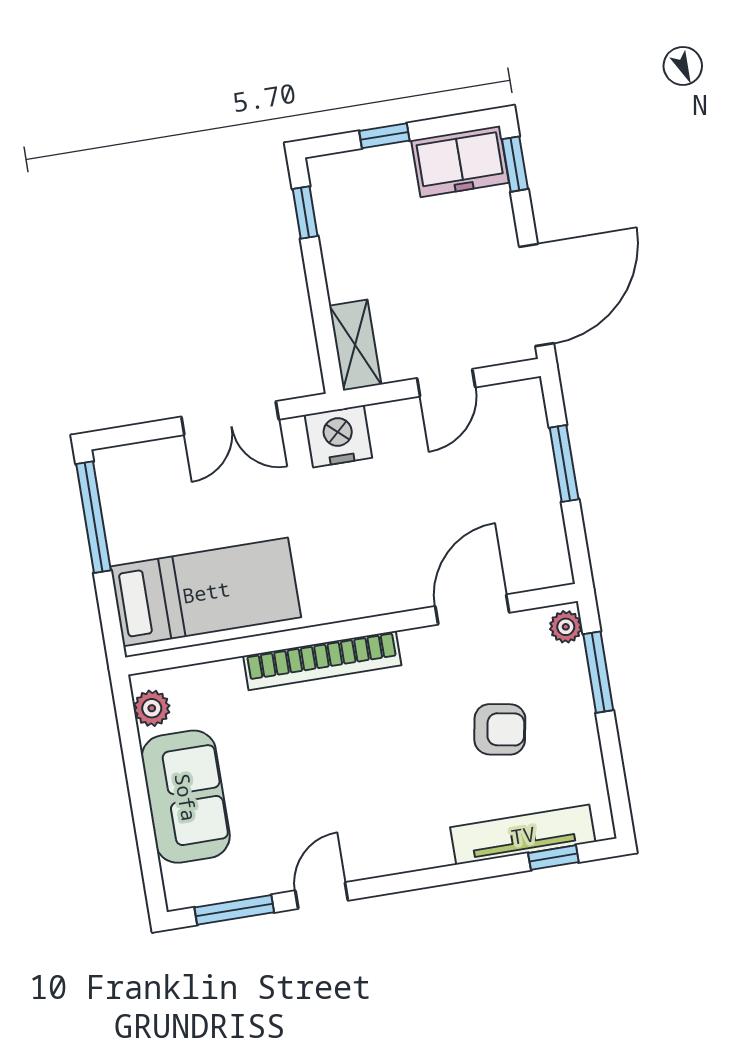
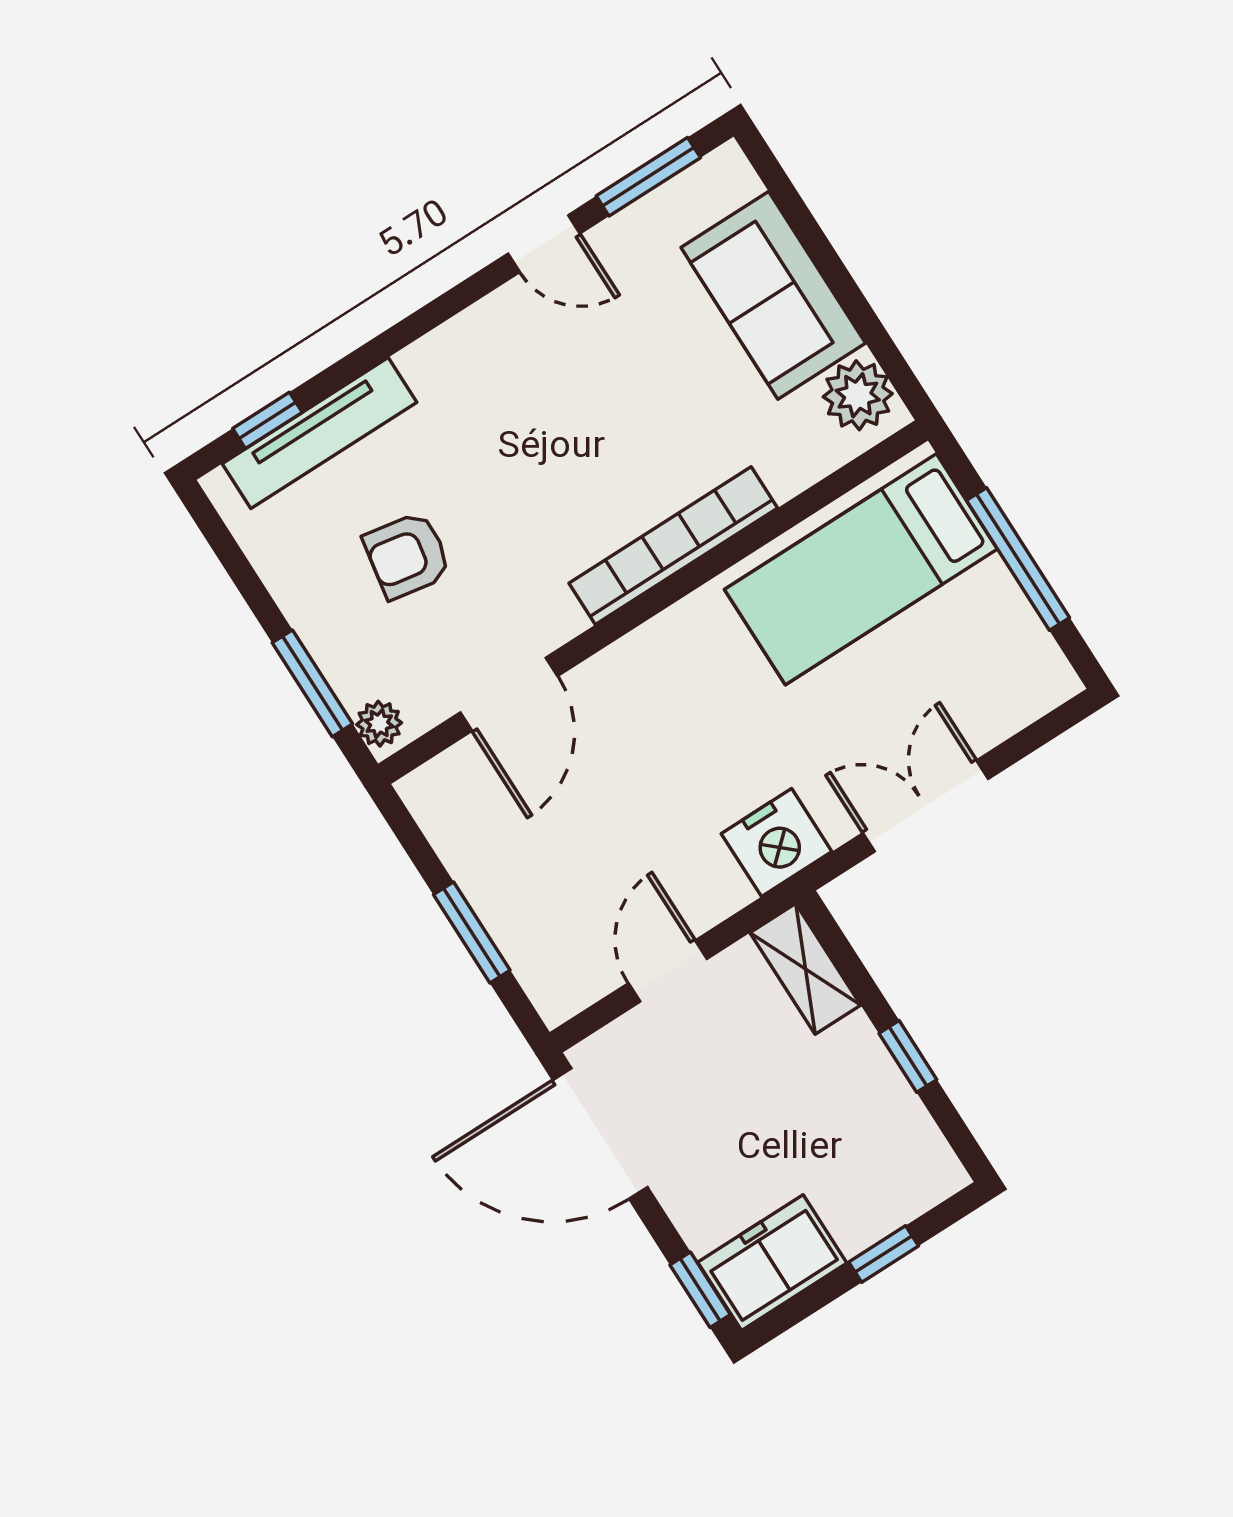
window: (305, 213) -> (908, 1056), moved
door: (536, 295) -> (600, 1134), hinge flipped
window: (93, 517) -> (1018, 559), moved
plant: (152, 708) -> (858, 395), width x1.38, depth x1.38
door: (322, 896) -> (544, 244), hinge flipped

